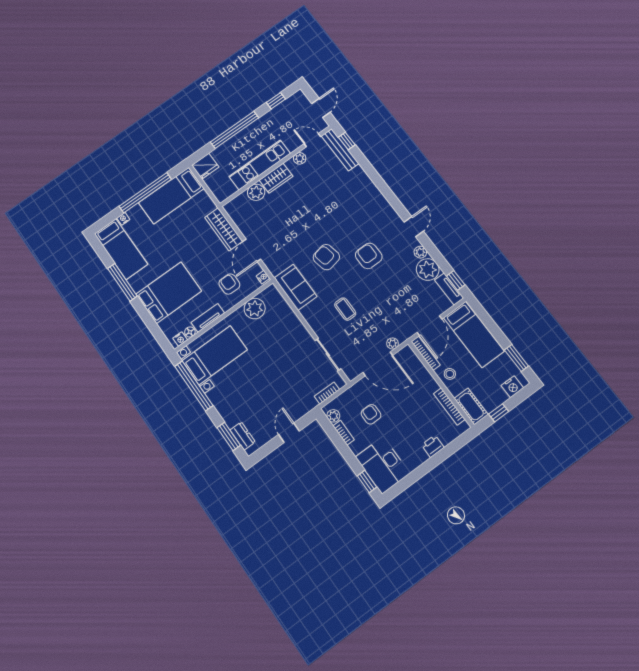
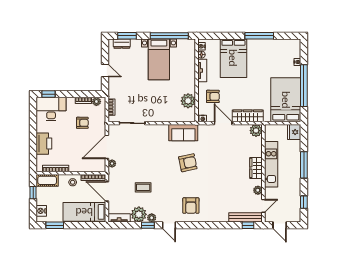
window: (235, 130) -> (304, 165), width x0.68
plant: (256, 192) -> (256, 131), moved
bed: (171, 196) -> (286, 100), width x1.50
bed: (121, 249) -> (280, 48), removed
armchair: (369, 256) -> (191, 206), moved, turned 90
window: (456, 280) -> (148, 225), moved
coffee table: (345, 309) -> (143, 187), moved
bed with nightstands: (215, 355) -> (159, 59), moved
printer: (433, 446) -> (44, 144), width x1.87, depth x1.48

